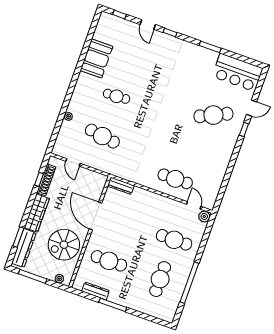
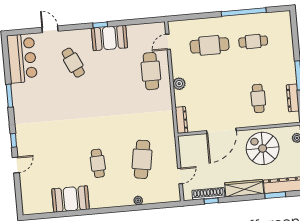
window: (119, 15) -> (19, 196), removed
cafe table: (213, 115) -> (73, 63), width x0.73, depth x0.74
window: (244, 129) -> (100, 25), moved
booth: (220, 156) -> (109, 38), added
plant: (204, 217) -> (179, 84), moved
cafe table: (174, 240) -> (210, 45), turned 90
spiral stairs: (64, 245) -> (263, 148), turned 180
cafe table: (109, 261) -> (258, 98), width x0.73, depth x0.74
cafe table: (160, 279) -> (253, 42), width x0.73, depth x0.74

